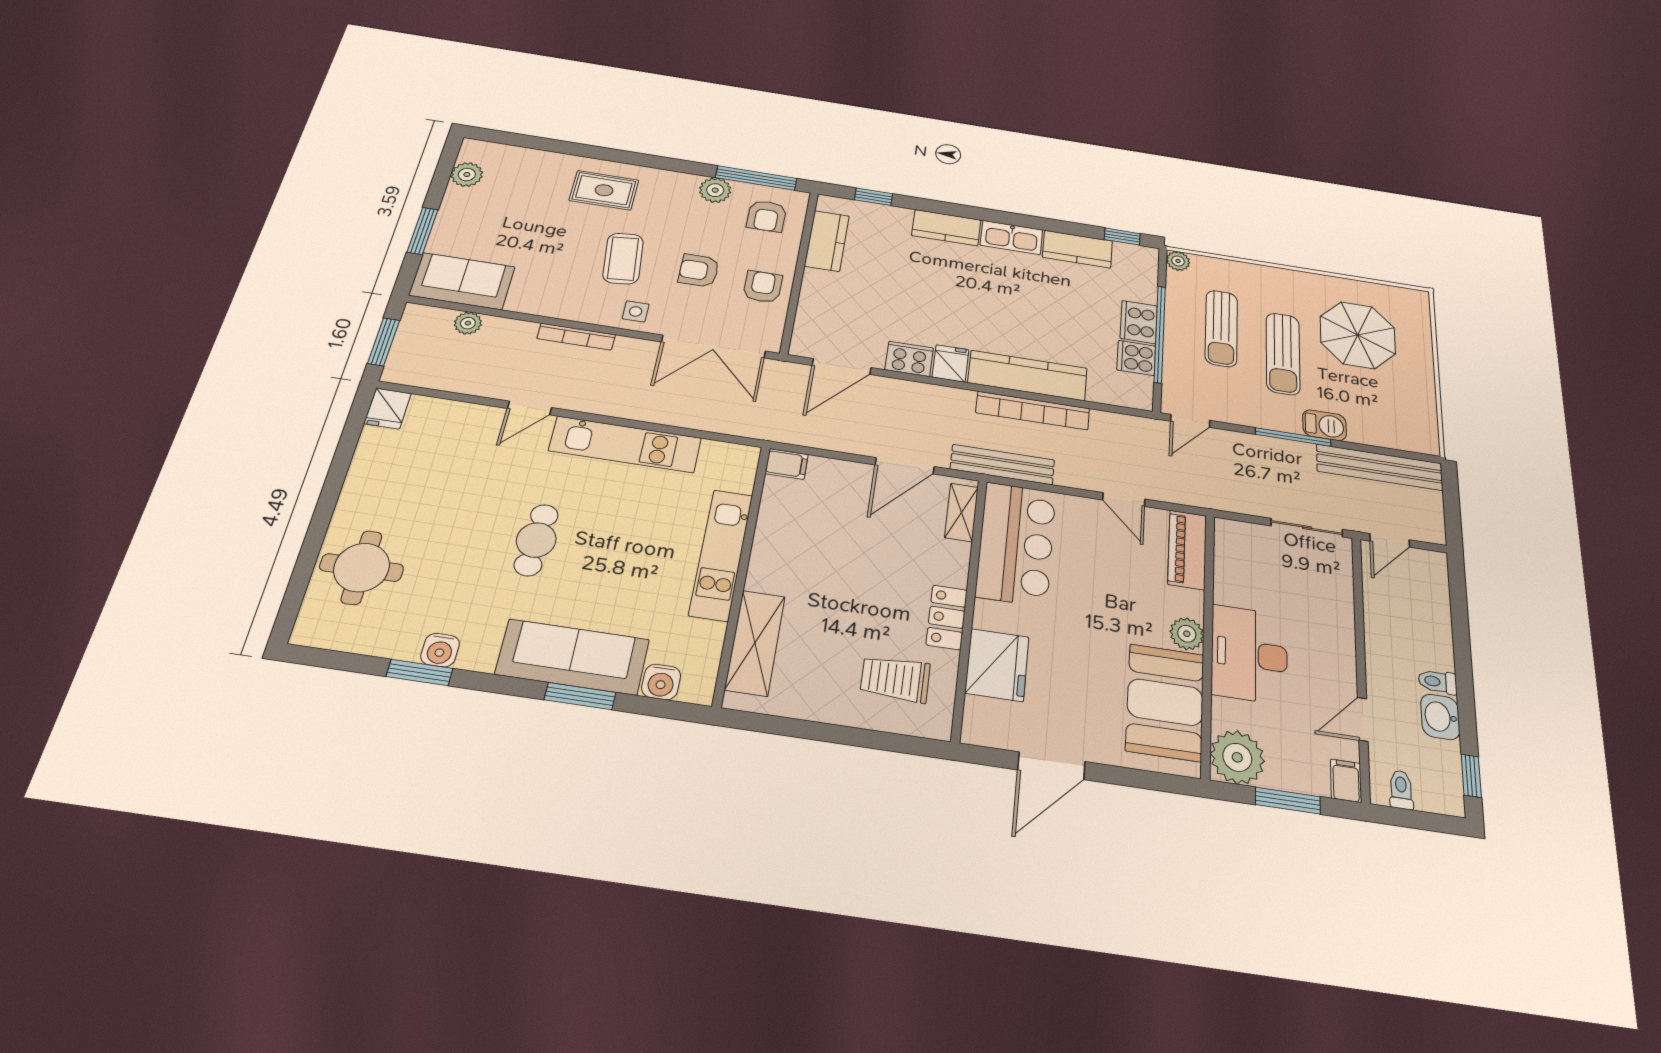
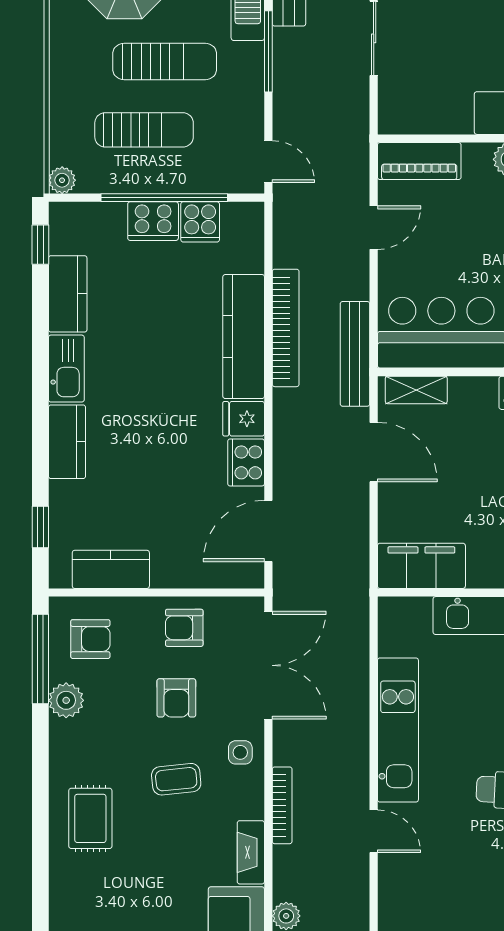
coffee table: (623, 259) -> (176, 779), width x0.73, depth x0.77
fireplace: (538, 305) -> (251, 852), added
door: (842, 367) -> (268, 531), swing flipped
filing cabinet: (787, 464) -> (421, 566), width x3.00, depth x1.17

